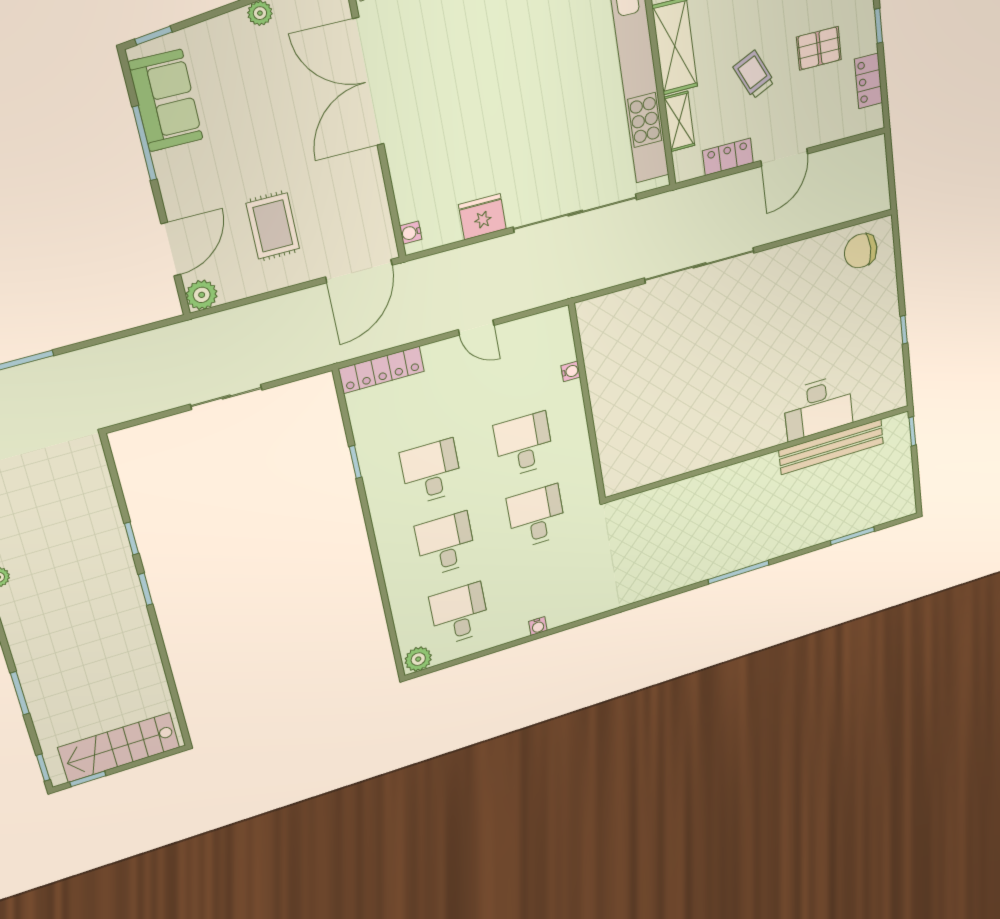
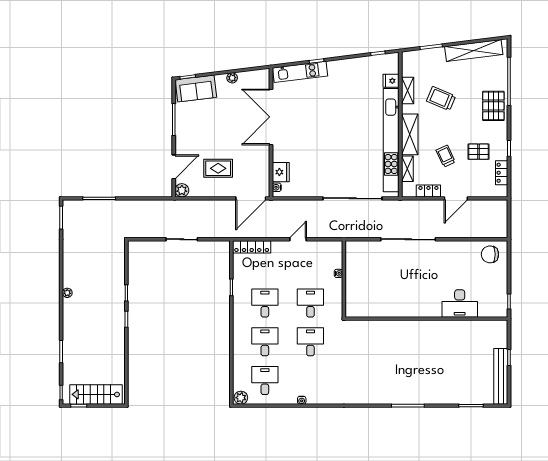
sofa: (166, 101) -> (196, 89), moved, turned 83
fridge: (482, 217) -> (281, 172), moved, turned 90
rug: (273, 226) -> (218, 168), turned 90
door: (476, 328) -> (298, 239), swing flipped
desk: (818, 407) -> (460, 303), moved
bench: (831, 447) -> (501, 376), moved, turned 90
wall: (759, 453) -> (426, 319), moved

